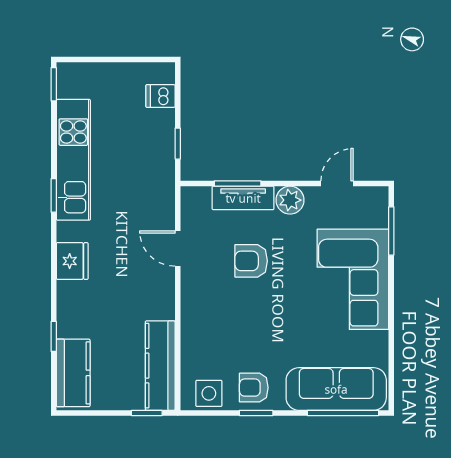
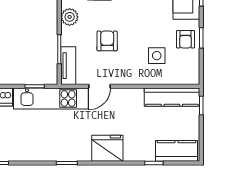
kitchen unit: (73, 160) -> (51, 98), moved, turned 180
tv unit: (243, 198) -> (68, 66), moved
fridge: (72, 261) -> (107, 148), width x1.36, depth x1.34
armchair: (251, 261) -> (107, 41), turned 180
side table: (209, 393) -> (157, 56), moved

